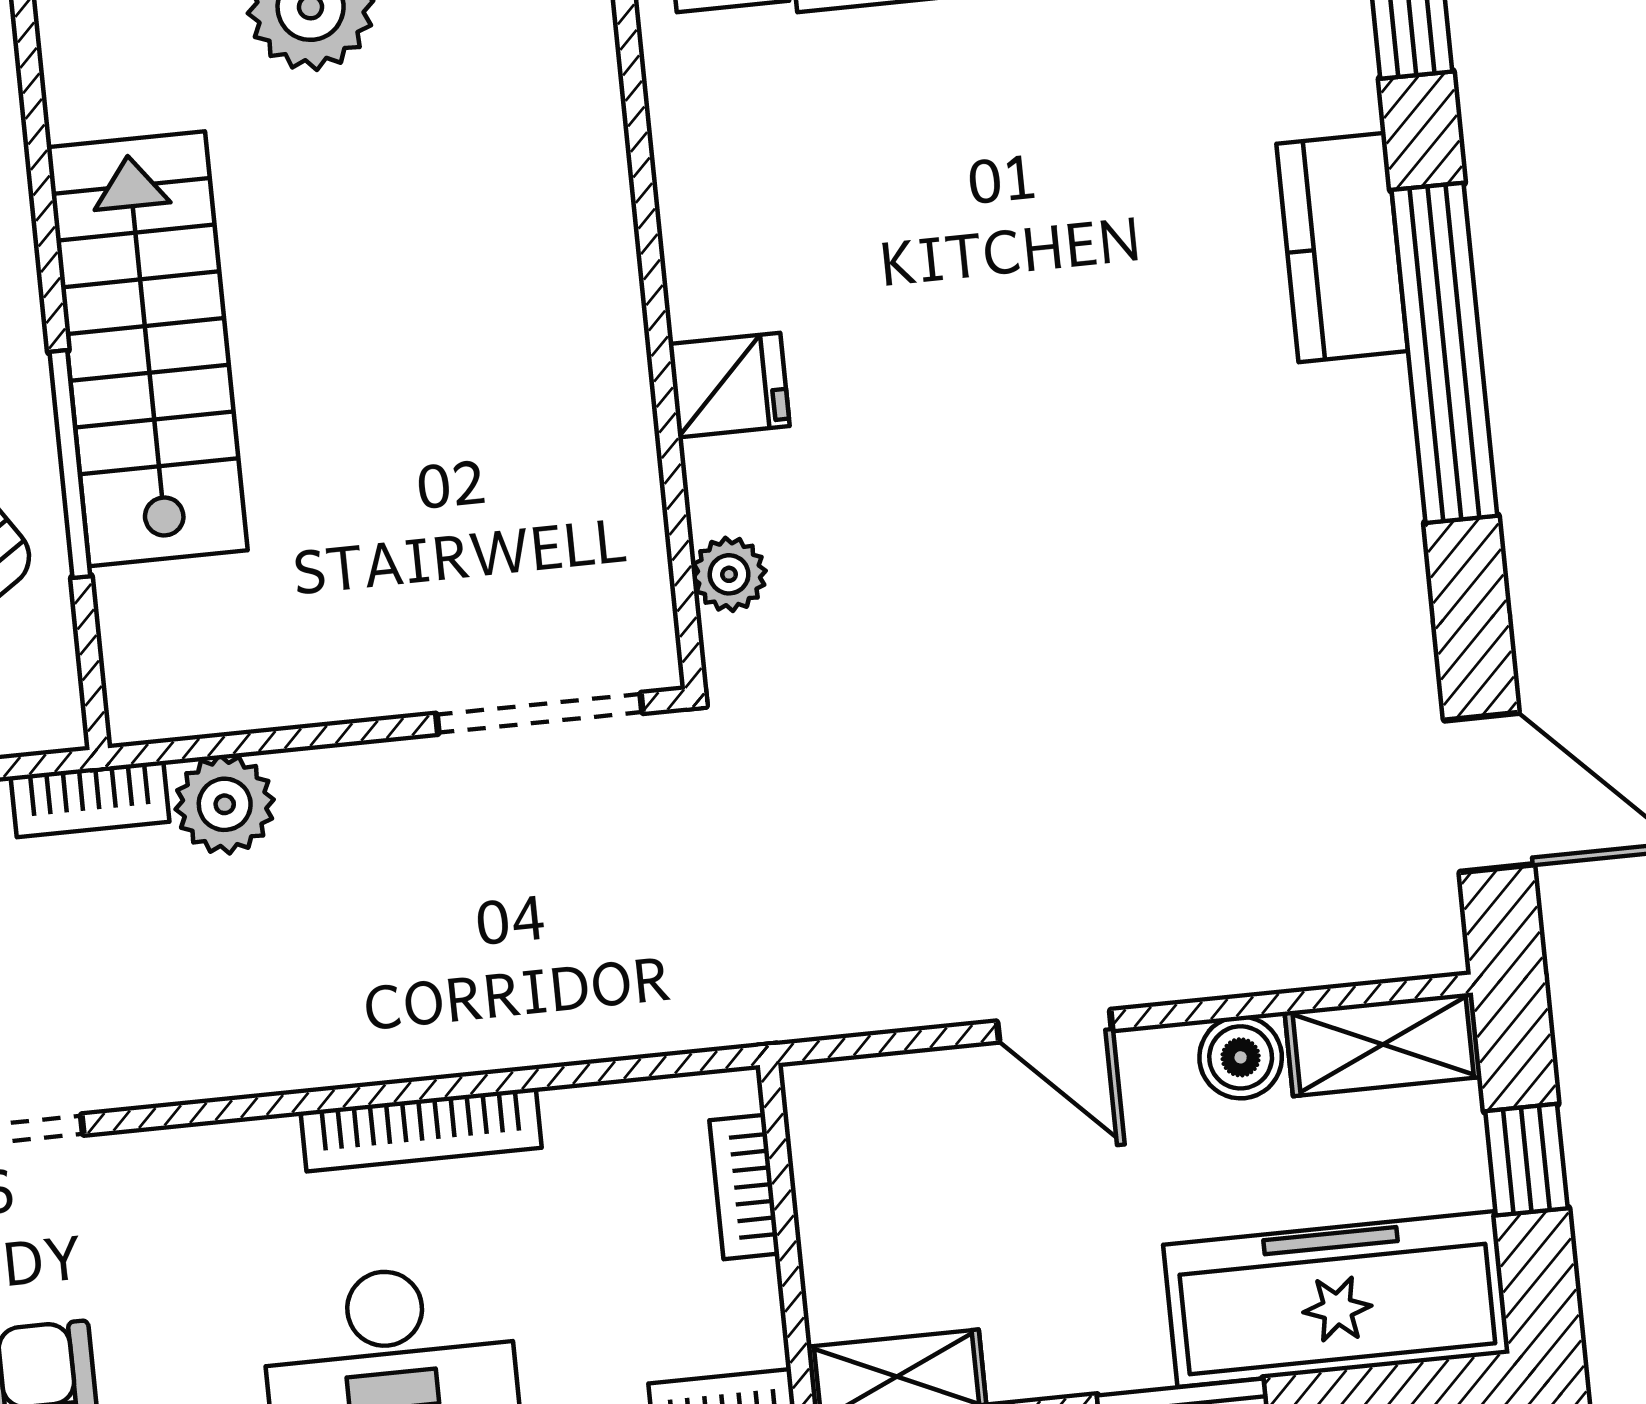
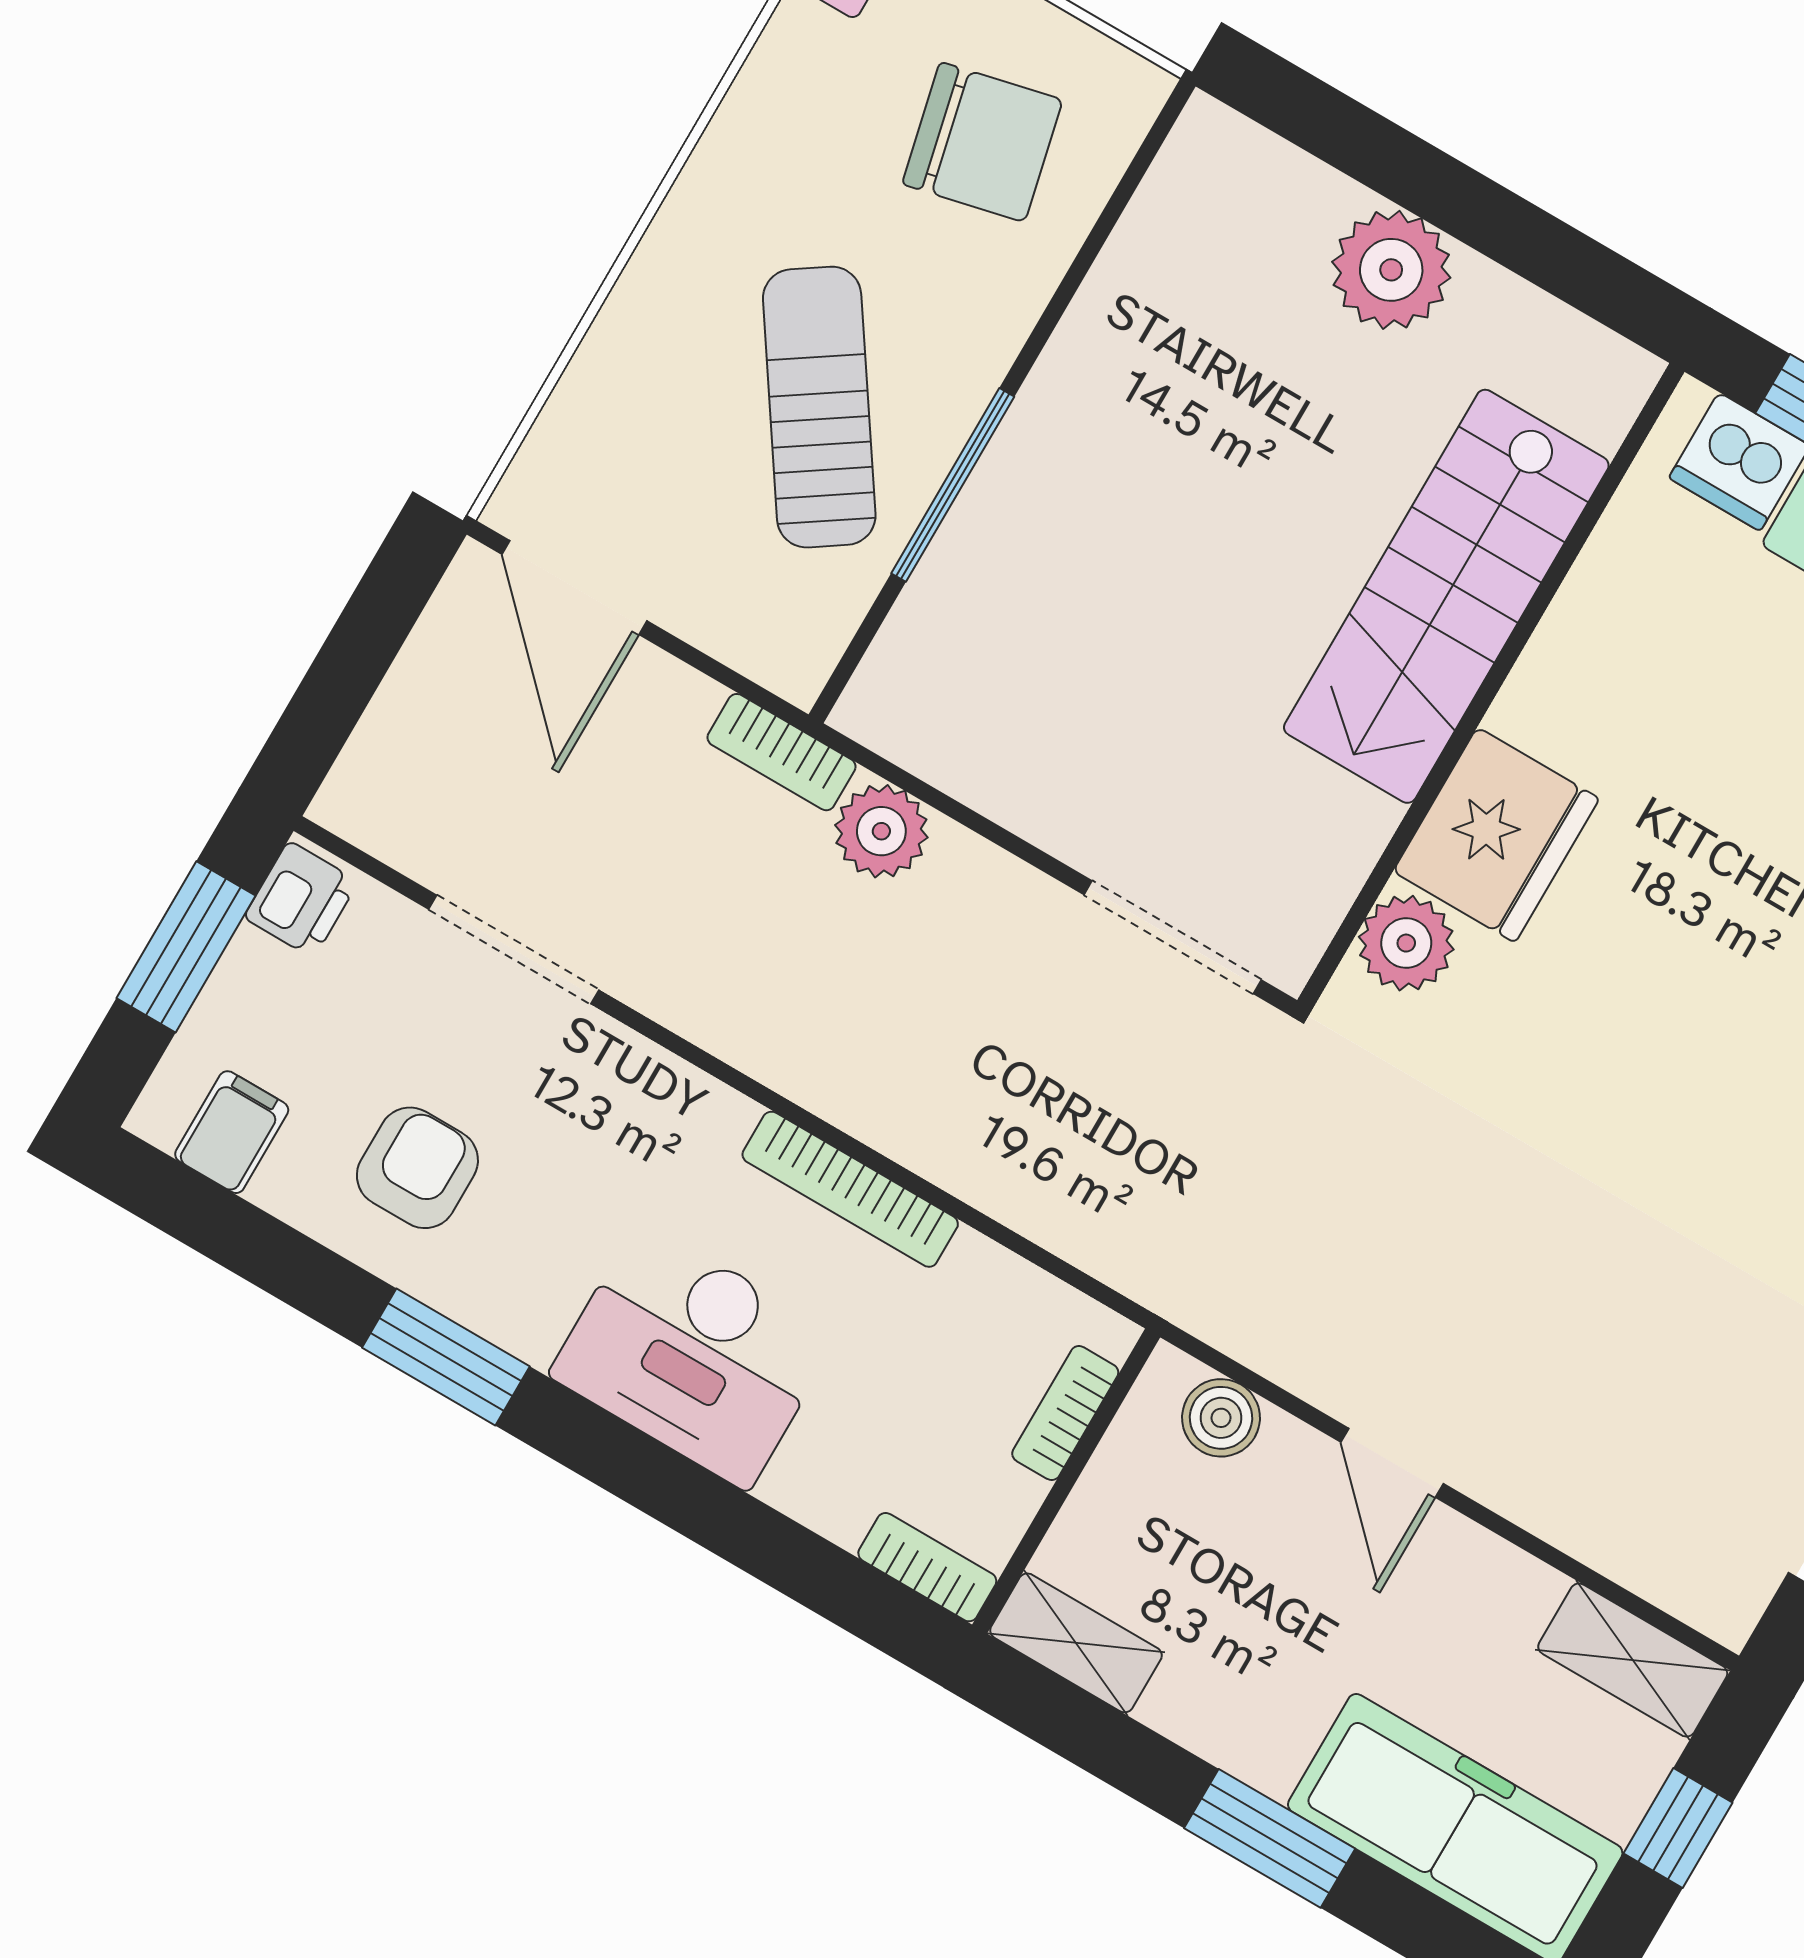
stairs: (147, 349) -> (1446, 596), moved, turned 180
fridge: (729, 385) -> (1496, 835), width x1.88, depth x1.34
plant: (729, 574) -> (1406, 943), width x1.38, depth x1.38
boiler: (1241, 1057) -> (1221, 1418), moved

